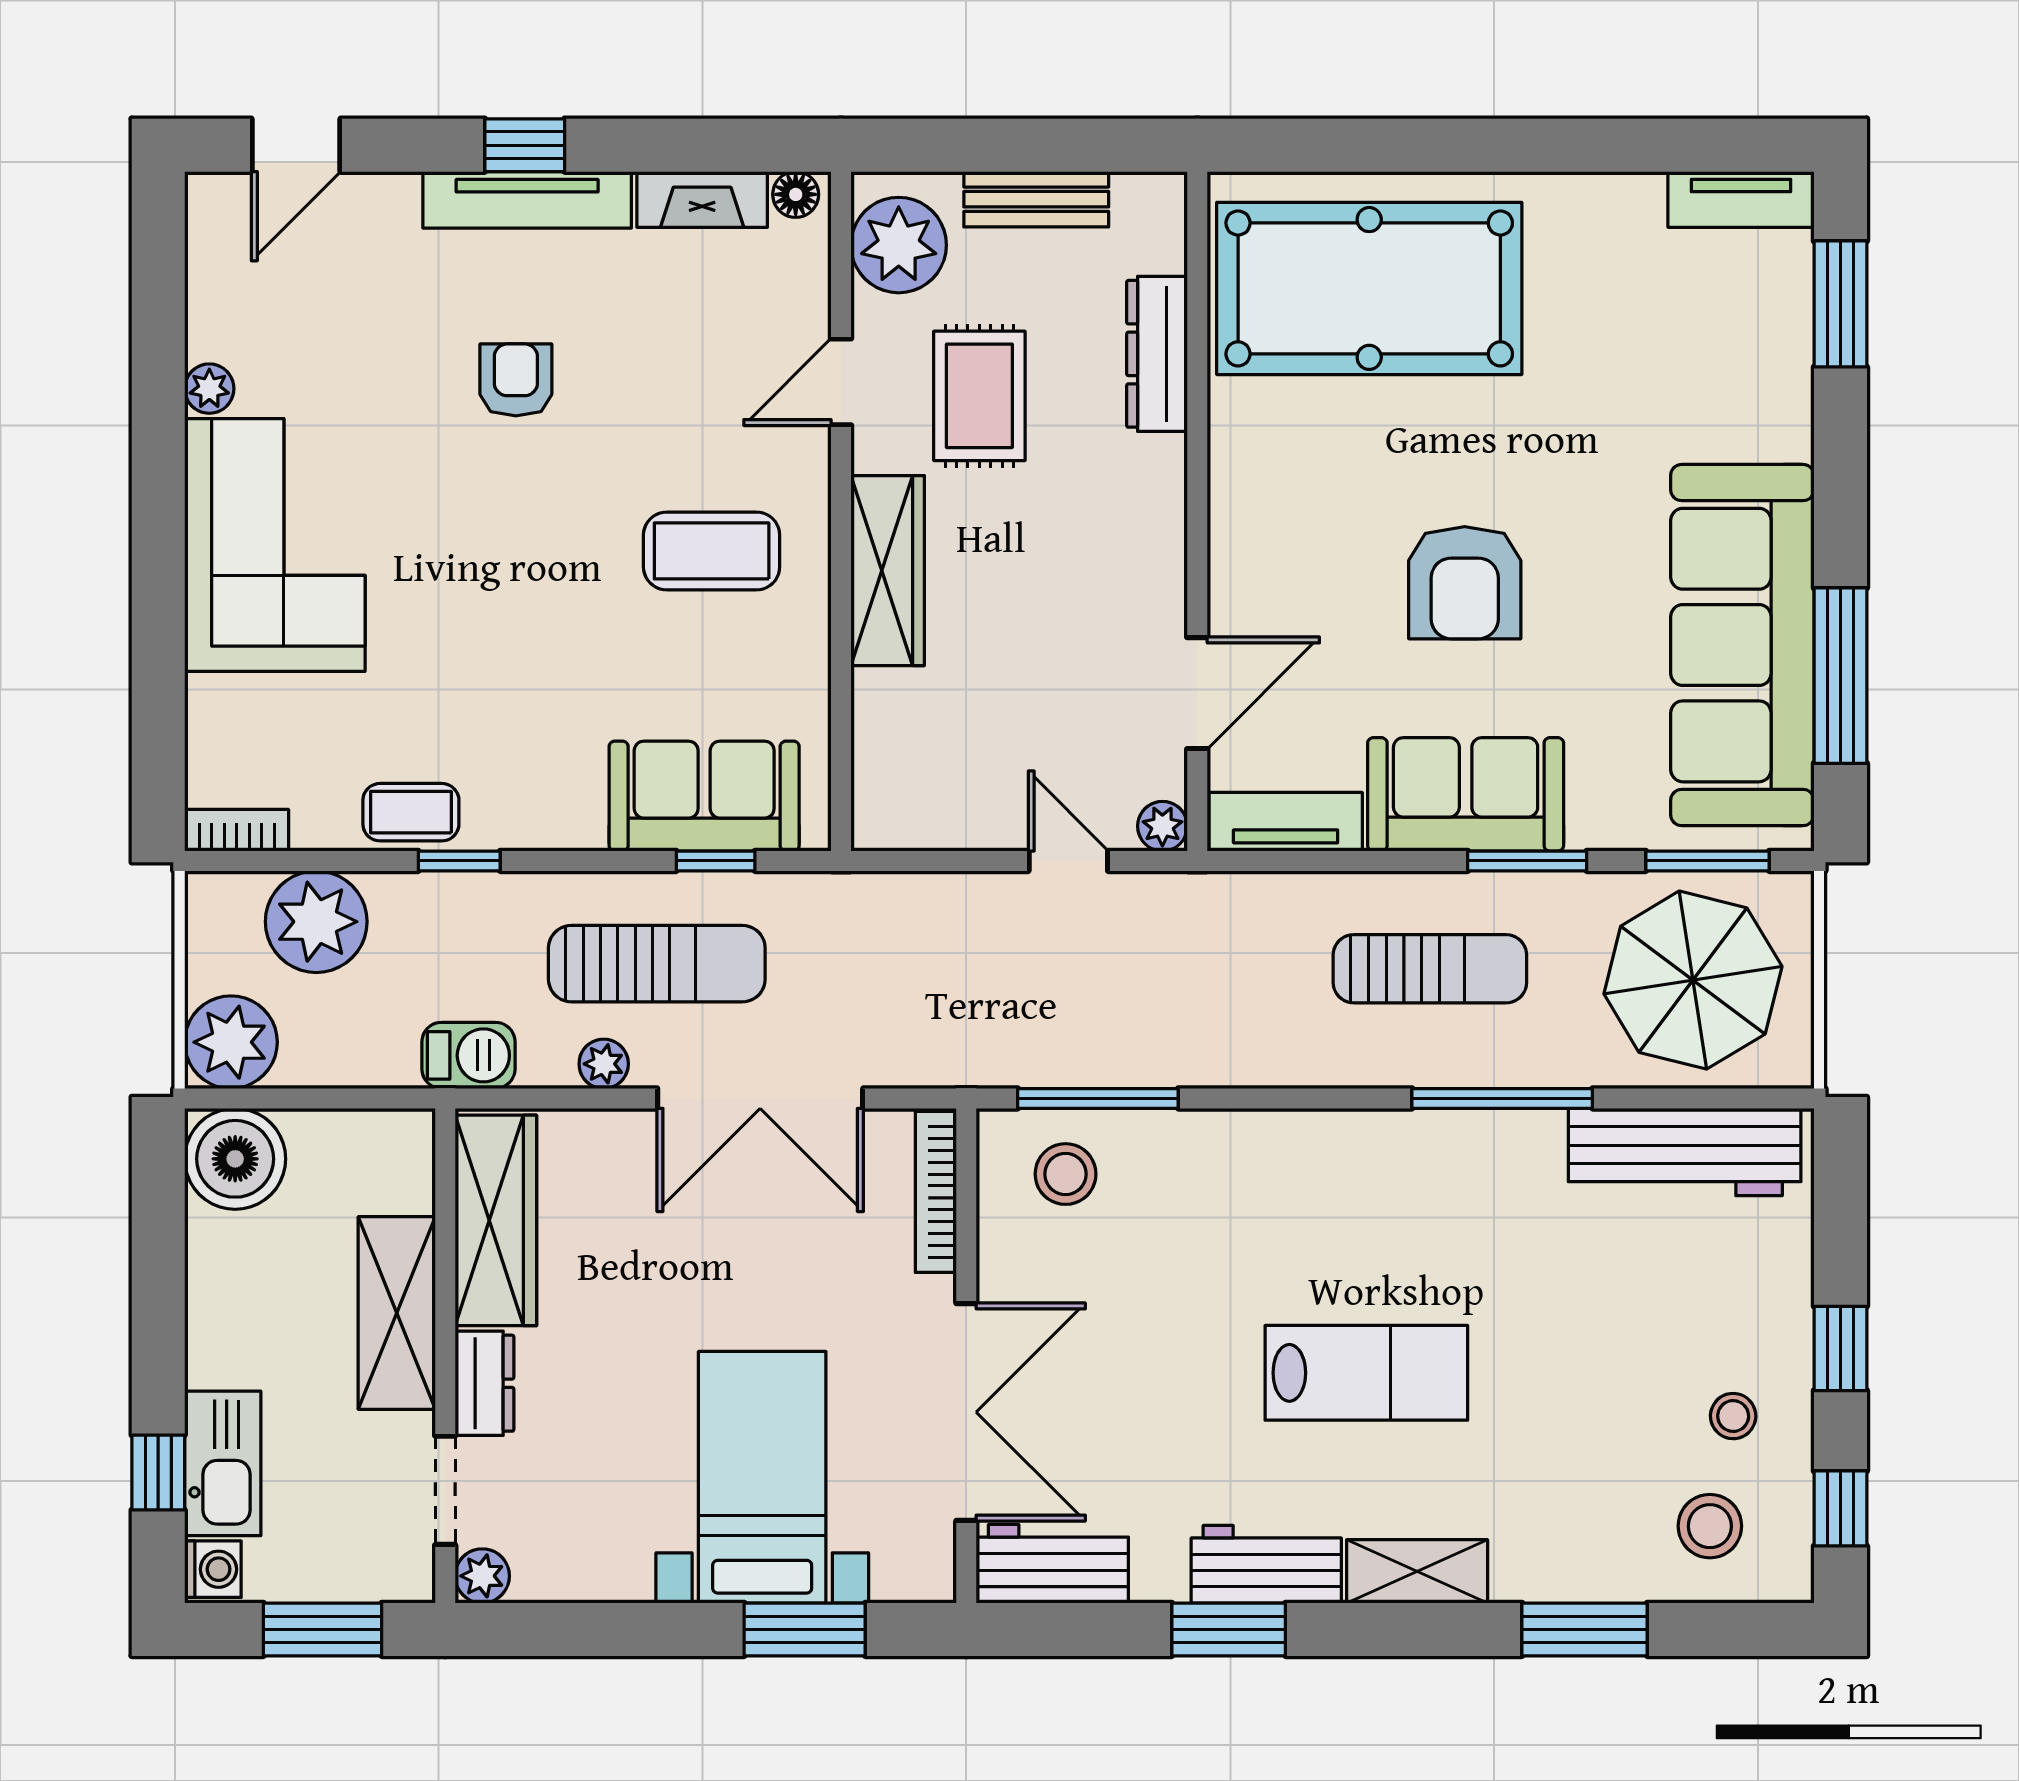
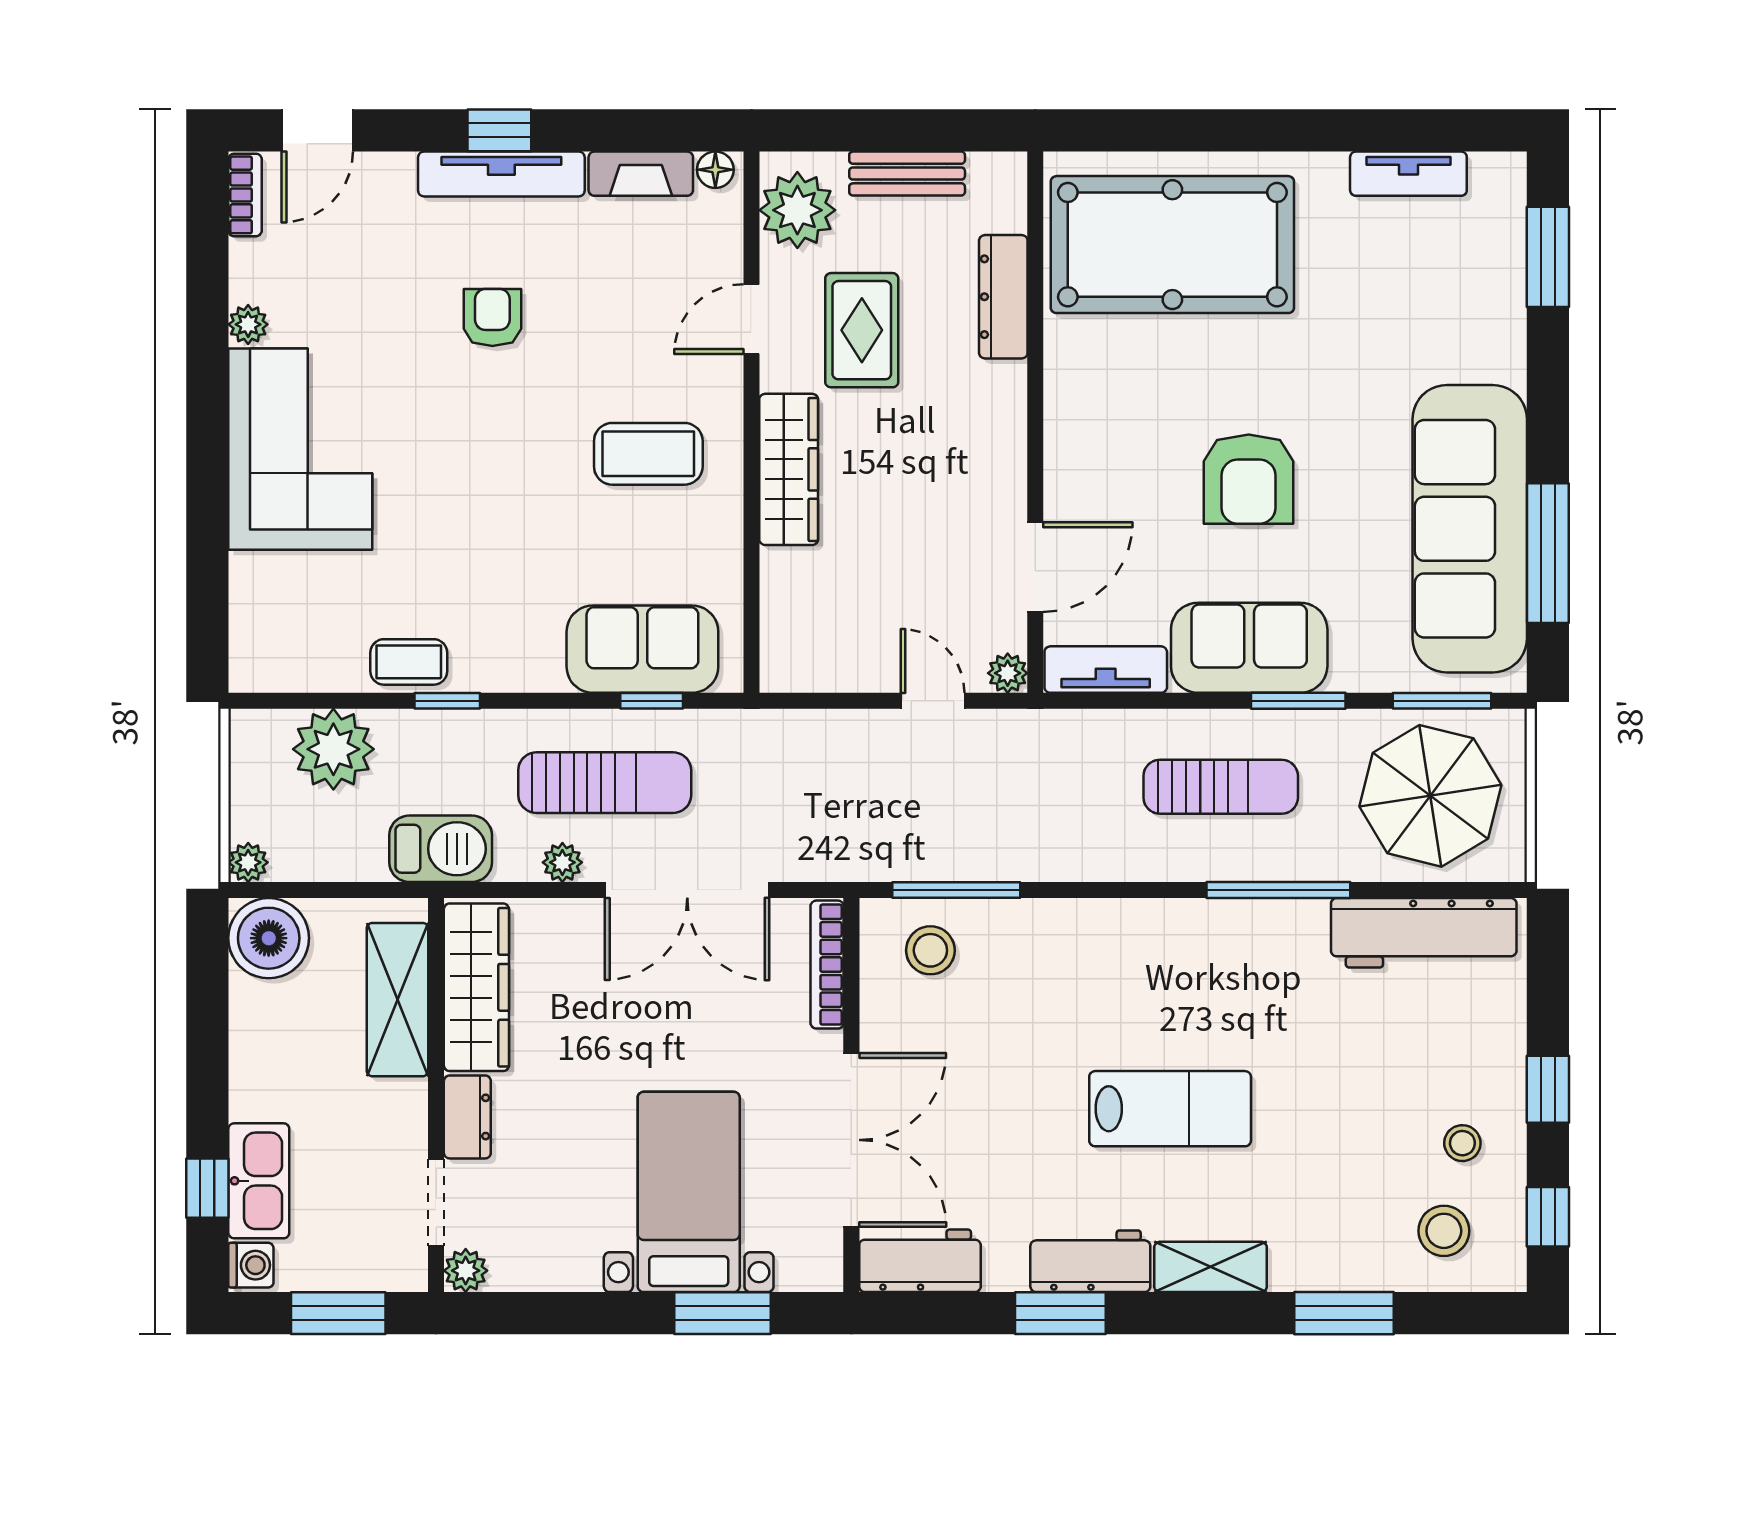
tv unit: (1741, 199) -> (1408, 174), moved
bookcase: (237, 830) -> (245, 195), moved, turned 90
plant: (231, 1042) -> (248, 862), width x0.53, depth x0.53
barbecue: (468, 1055) -> (441, 849), width x1.38, depth x1.27
shelving: (397, 1313) -> (397, 1000), moved

